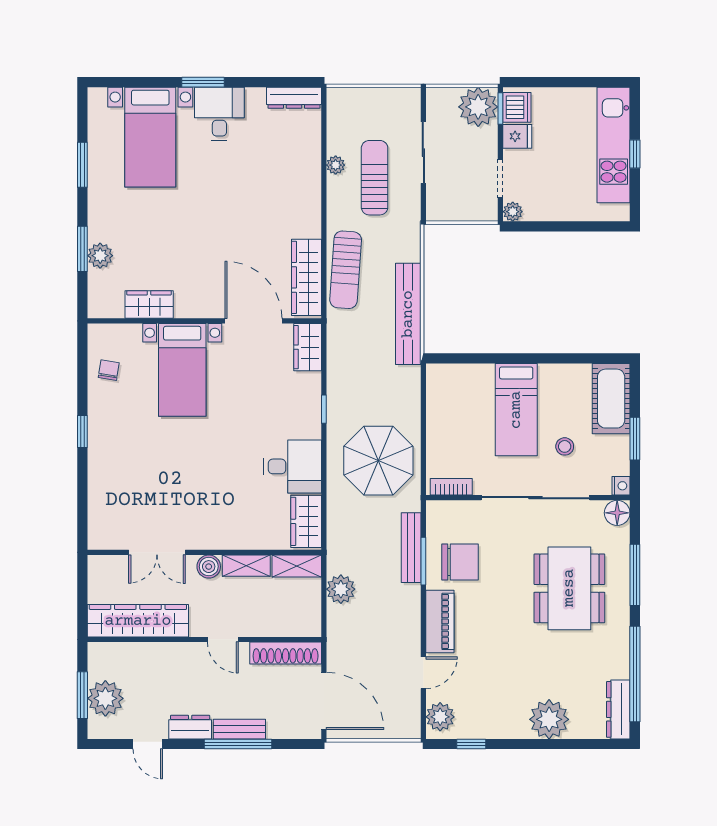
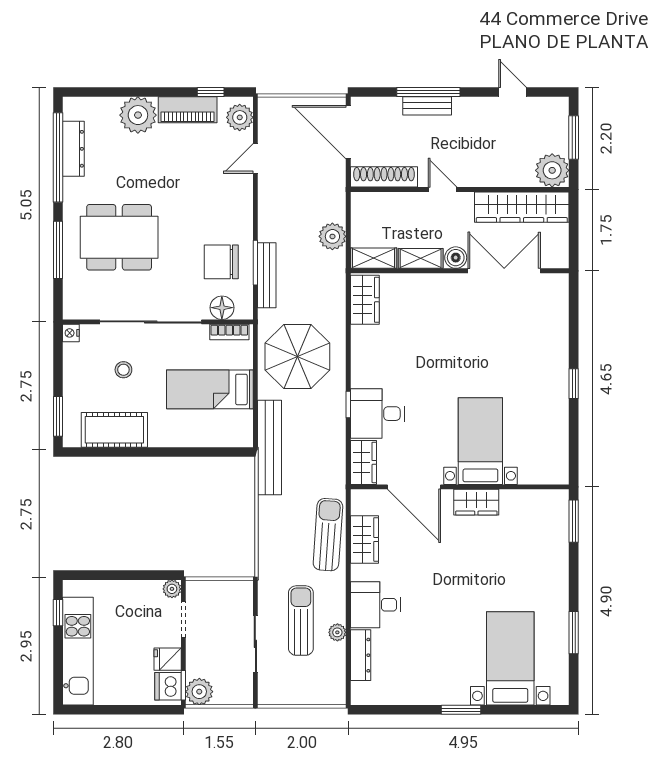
dresser: (294, 98) -> (361, 655), moved, turned 90
plant: (478, 107) -> (199, 692), width x0.73, depth x0.73
desk: (219, 114) -> (376, 605), moved, turned 90
window: (635, 154) -> (58, 613), moved
sun lounger: (375, 178) -> (301, 621), turned 180
window: (82, 249) -> (574, 521), moved
plant: (100, 256) -> (557, 548), removed
wardrobe: (306, 277) -> (364, 539), width x0.67
wardrobe: (149, 305) -> (476, 502), moved
bench: (408, 314) -> (269, 448), moved
chair: (109, 370) -> (549, 441), removed
cot: (611, 399) -> (114, 430), moved, turned 90
bed: (516, 410) -> (210, 389), moved, turned -90
window: (635, 439) -> (58, 416), moved
desk: (293, 466) -> (377, 414), moved
floor lamp: (617, 513) -> (222, 308), moved
double door: (157, 552) -> (504, 271), width x1.37
dining table: (569, 588) -> (119, 237), turned 90
piano: (440, 621) -> (188, 110), moved, turned -90
plant: (105, 698) -> (552, 170), moved
dresser: (618, 709) -> (73, 149), moved
dresser: (190, 727) -> (473, 108), removed

